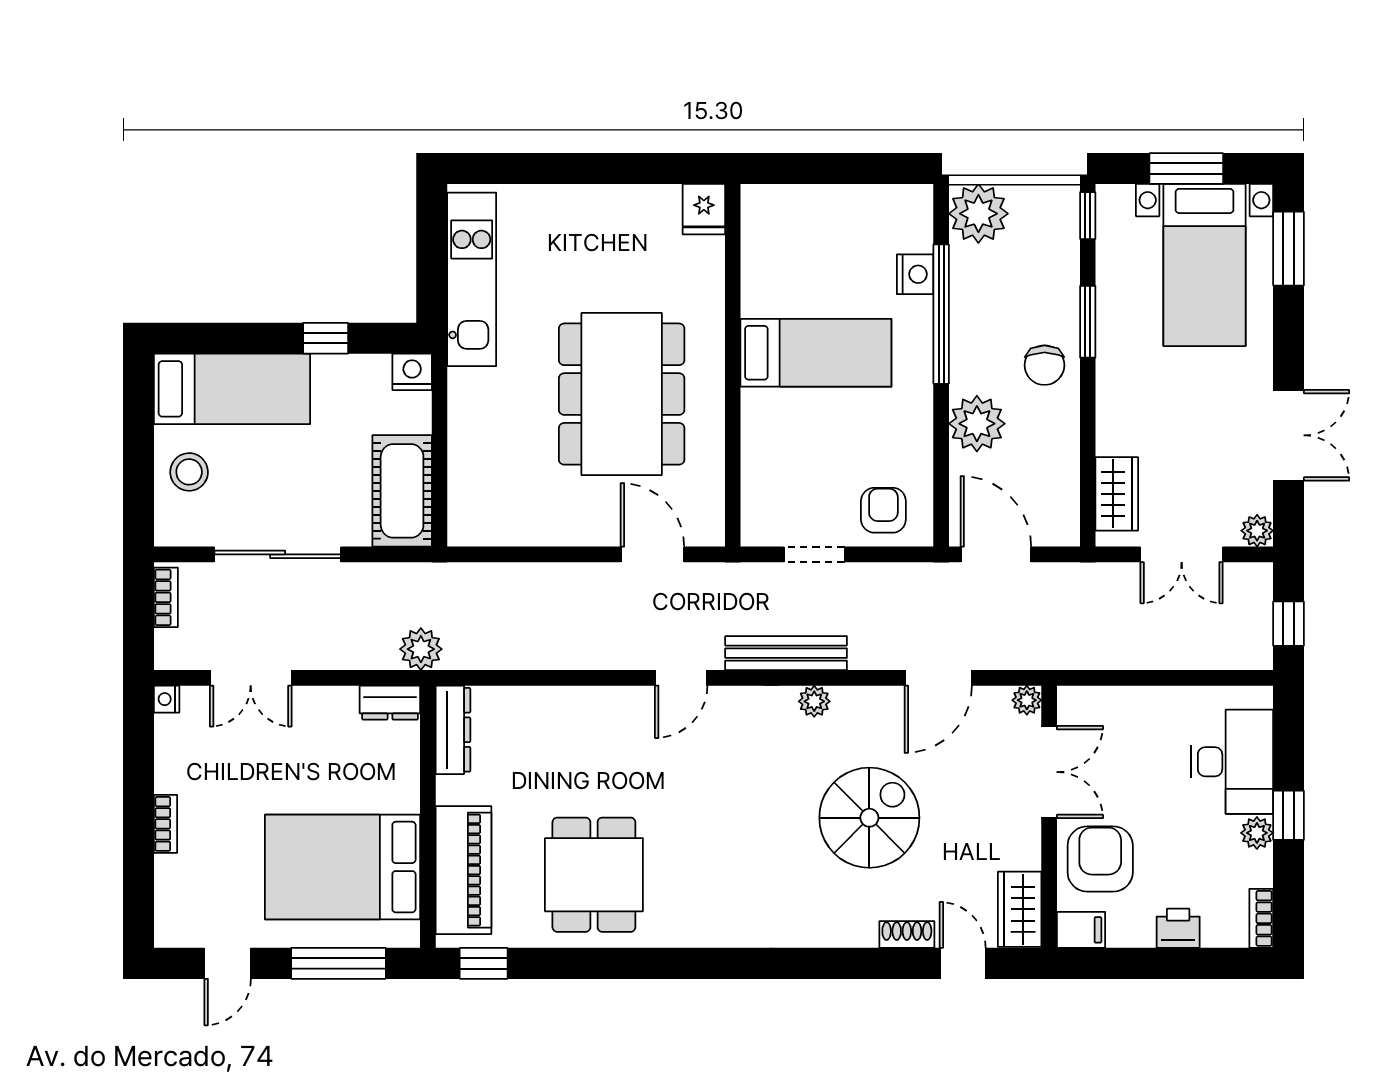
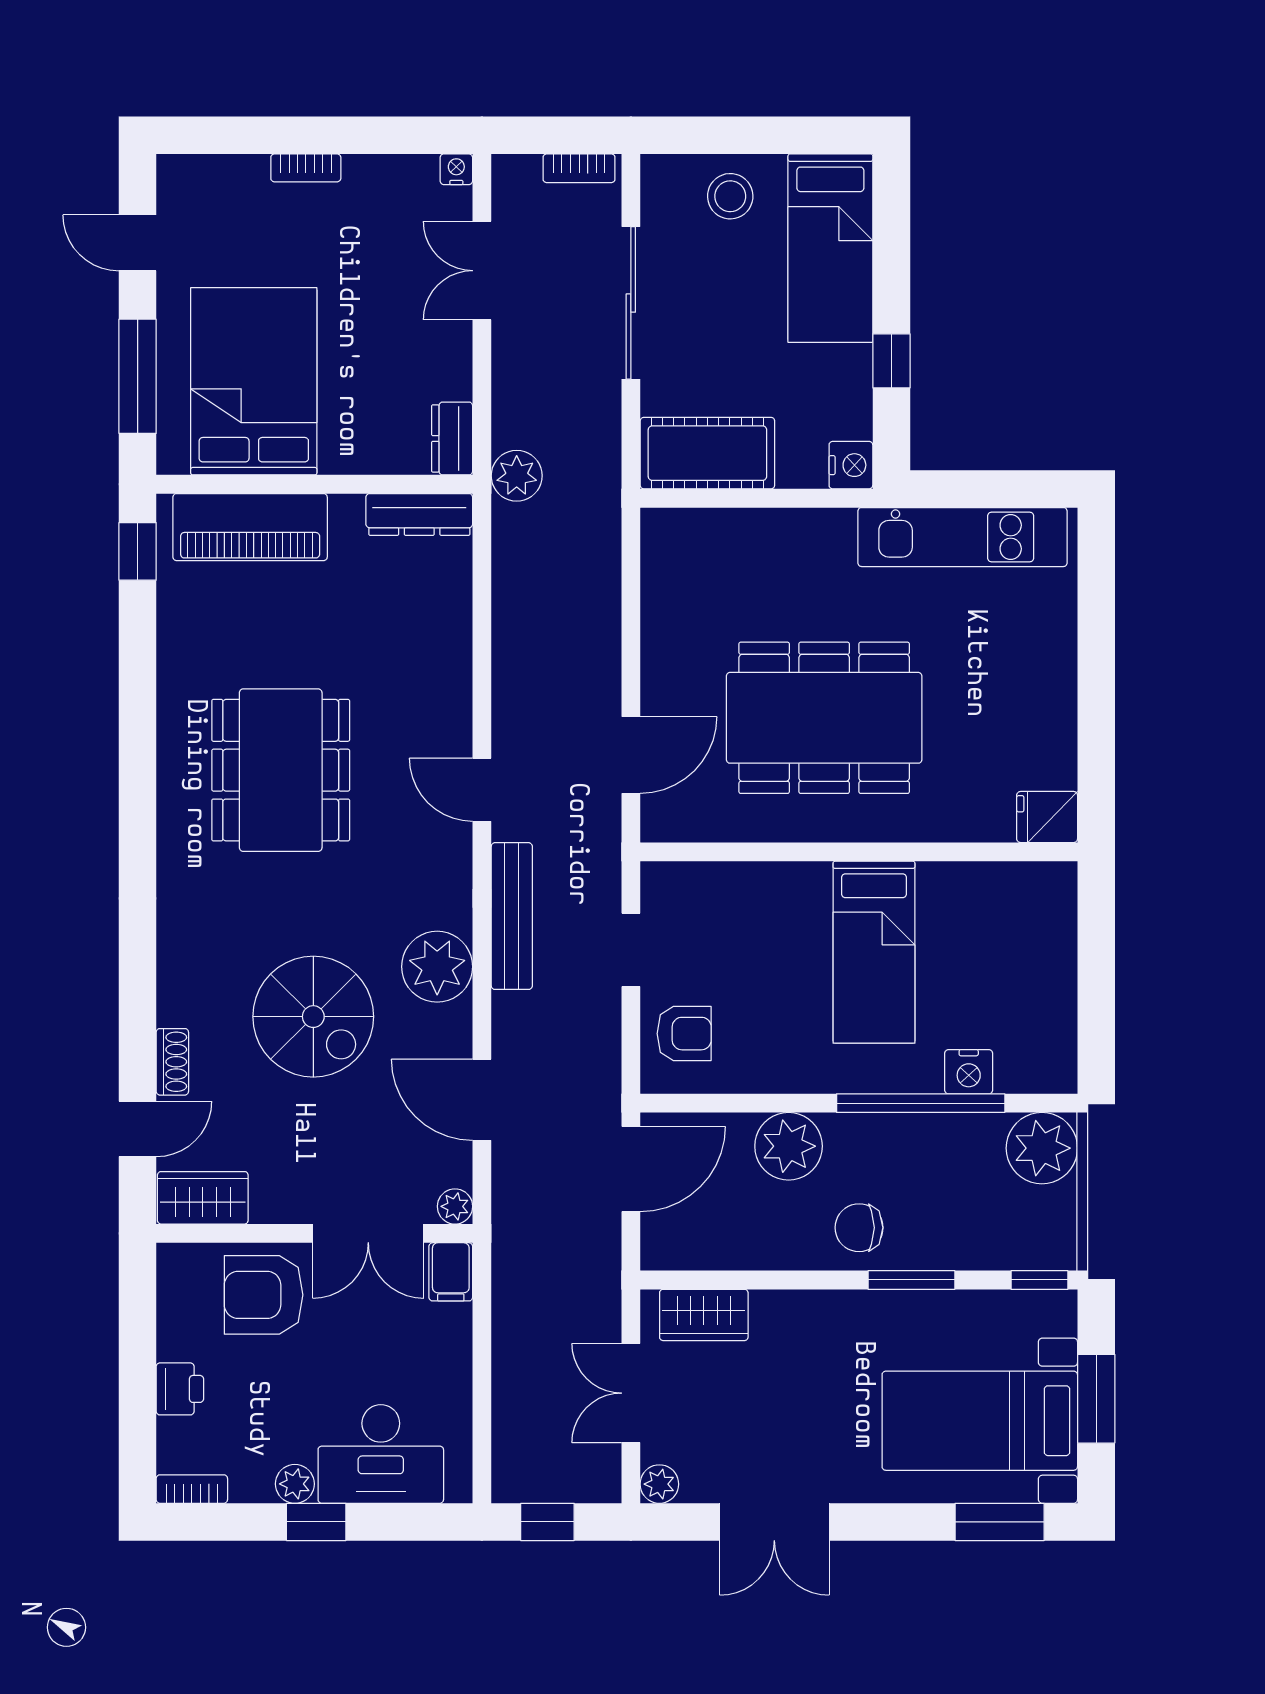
plant: (814, 701) -> (437, 967), width x1.88, depth x1.88
armchair: (1100, 859) -> (264, 1295), turned 180
dining table: (594, 875) -> (281, 770), moved, width x1.38
filing cabinet: (1081, 930) -> (451, 1272), moved

